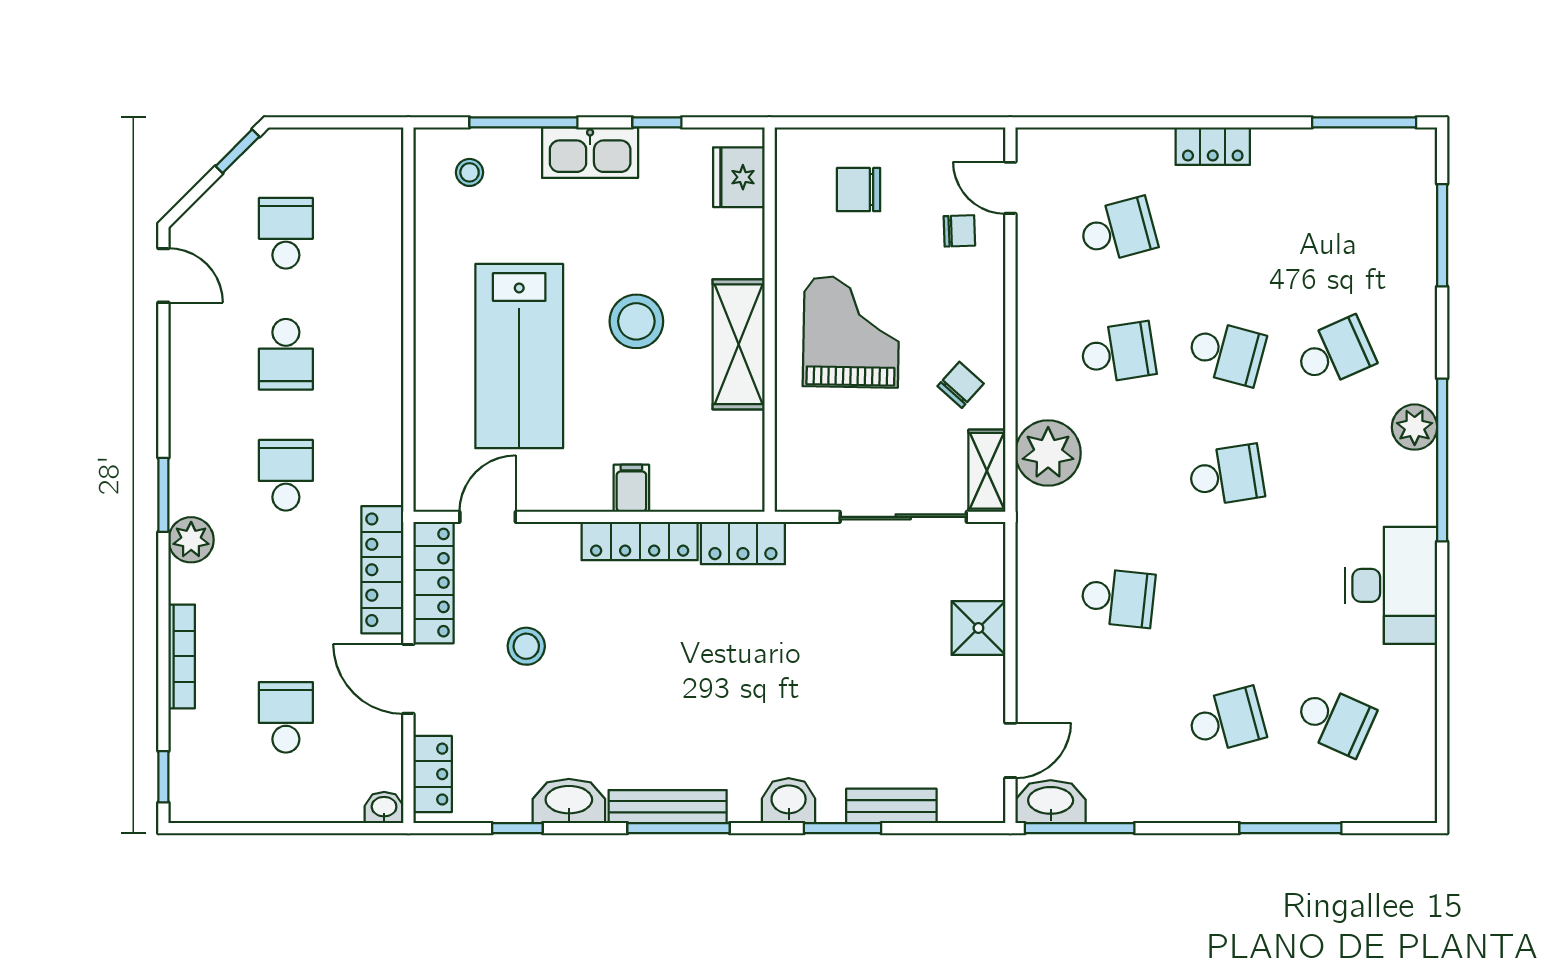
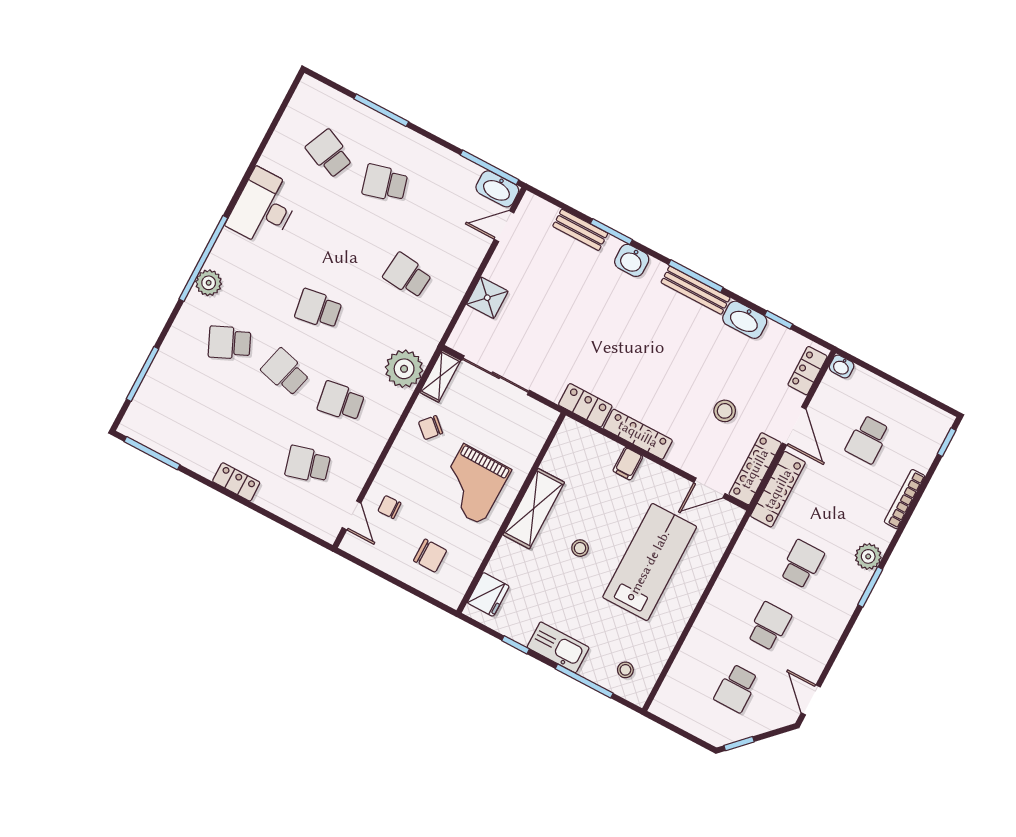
stool: (636, 321) -> (580, 548), width x0.53, depth x0.53
school desk: (286, 475) -> (802, 564), turned 180

